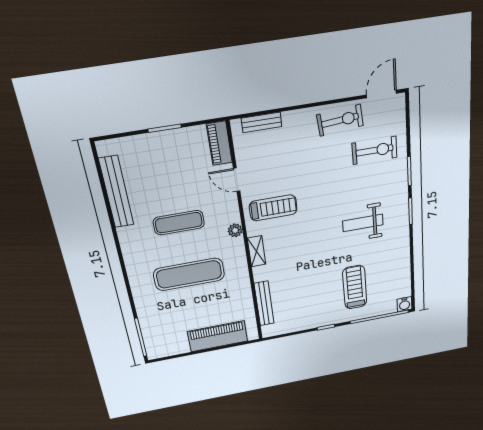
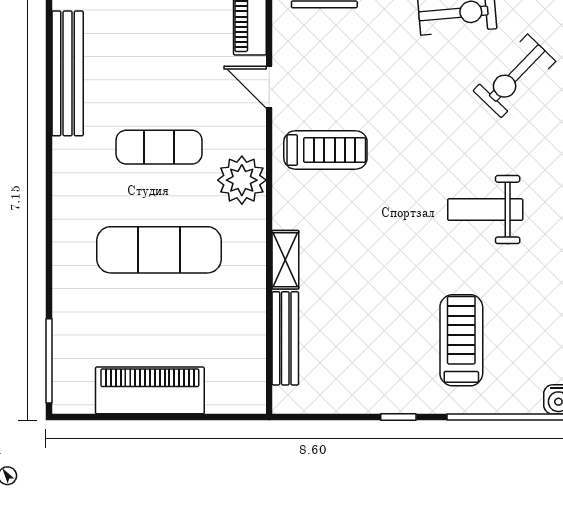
exercise bike: (375, 150) -> (514, 76), turned 134
plant: (235, 230) -> (242, 180), width x1.87, depth x1.87
shelving: (257, 251) -> (285, 260), moved
piano: (218, 336) -> (150, 390), moved

